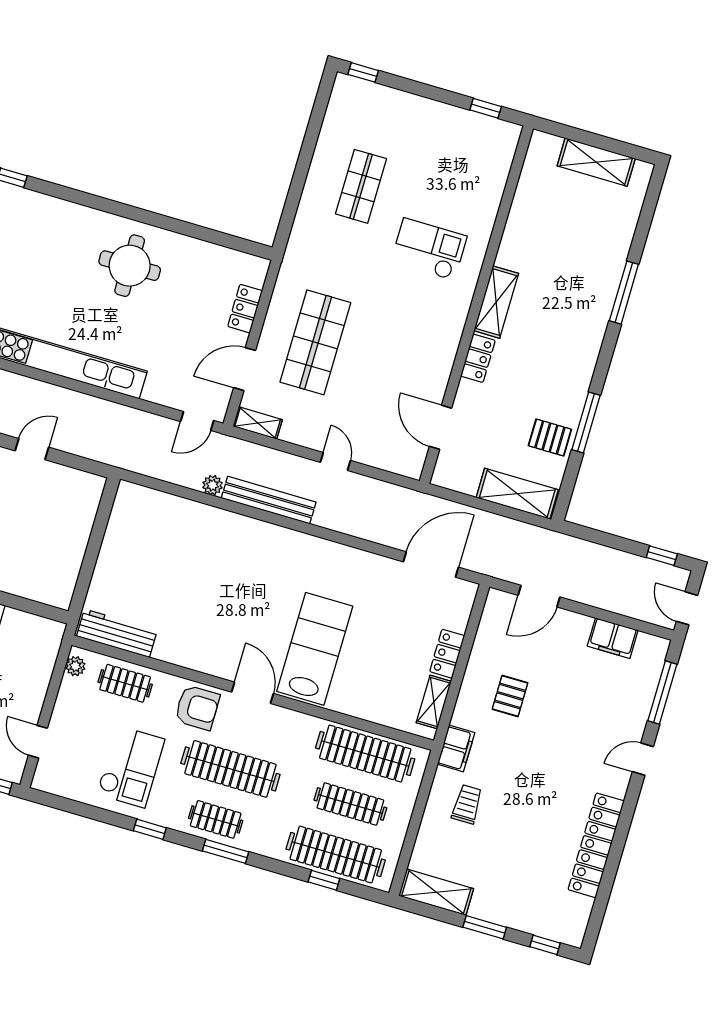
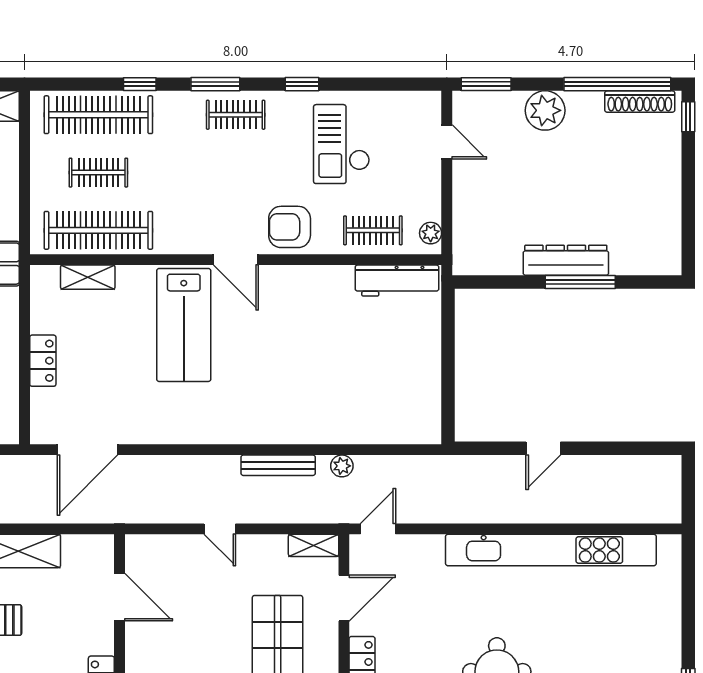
bench: (269, 500) -> (278, 465), width x0.73, depth x0.82
shelving: (434, 702) -> (88, 277), moved, turned 90
clothes rail: (230, 769) -> (236, 173), removed
clothes rail: (350, 804) -> (98, 173), width x0.73
window: (324, 880) -> (140, 84), moved

